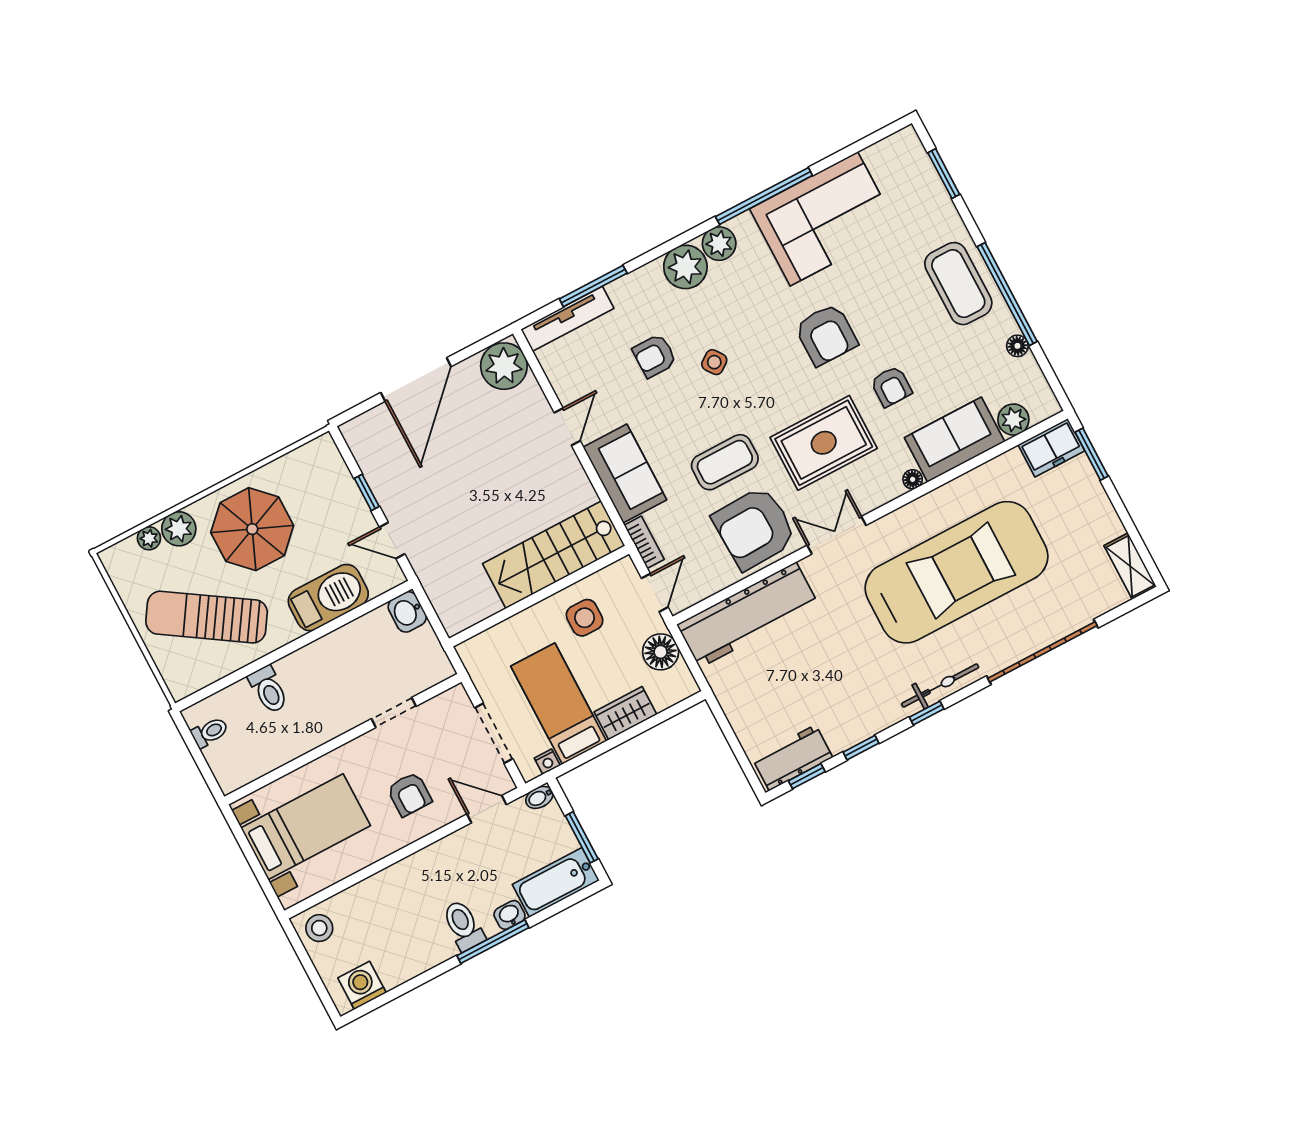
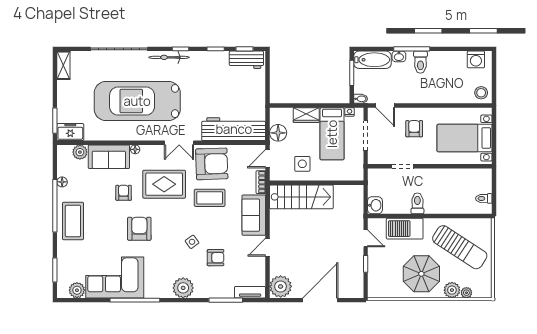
plant: (719, 244) -> (77, 290), moved
tv unit: (567, 319) -> (250, 292), width x0.71
toilet: (268, 690) -> (417, 203), moved

